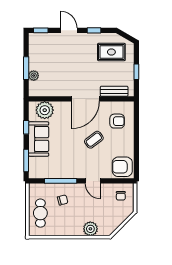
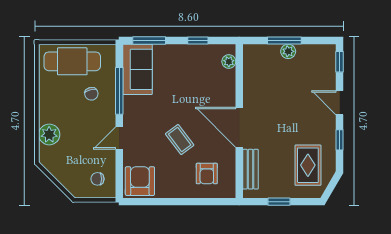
door: (69, 30) -> (340, 103), swing flipped
plant: (34, 76) -> (288, 51), moved
plant: (45, 110) -> (229, 62), width x0.53, depth x0.53
sofa: (39, 139) -> (137, 69), moved, turned -90
cafe table: (40, 213) -> (72, 61), width x1.37, depth x1.35

